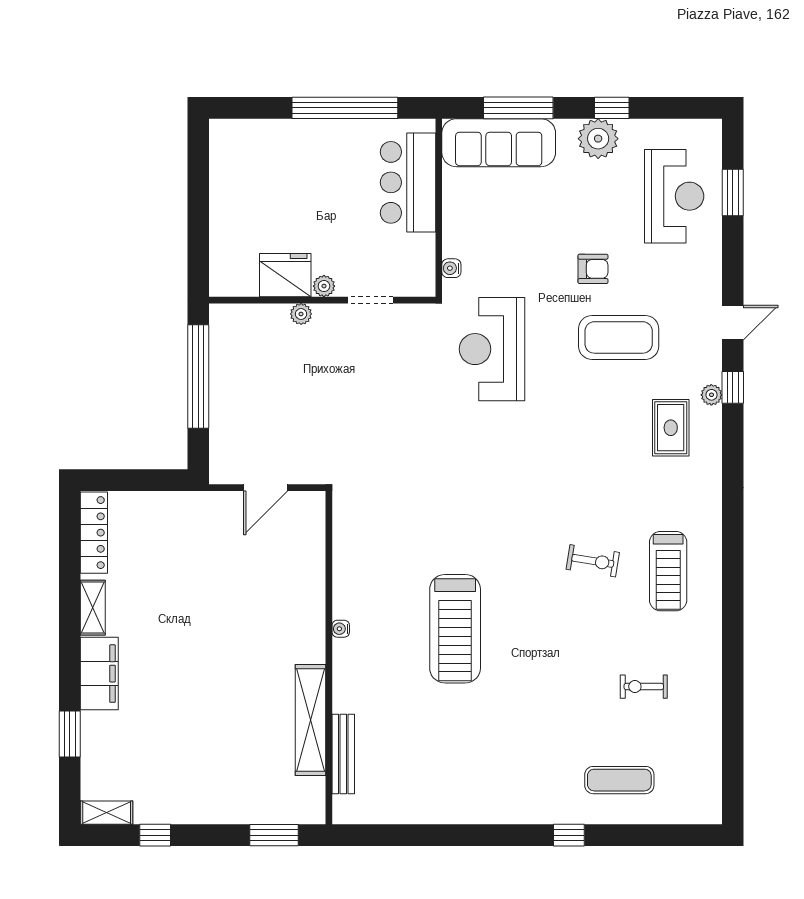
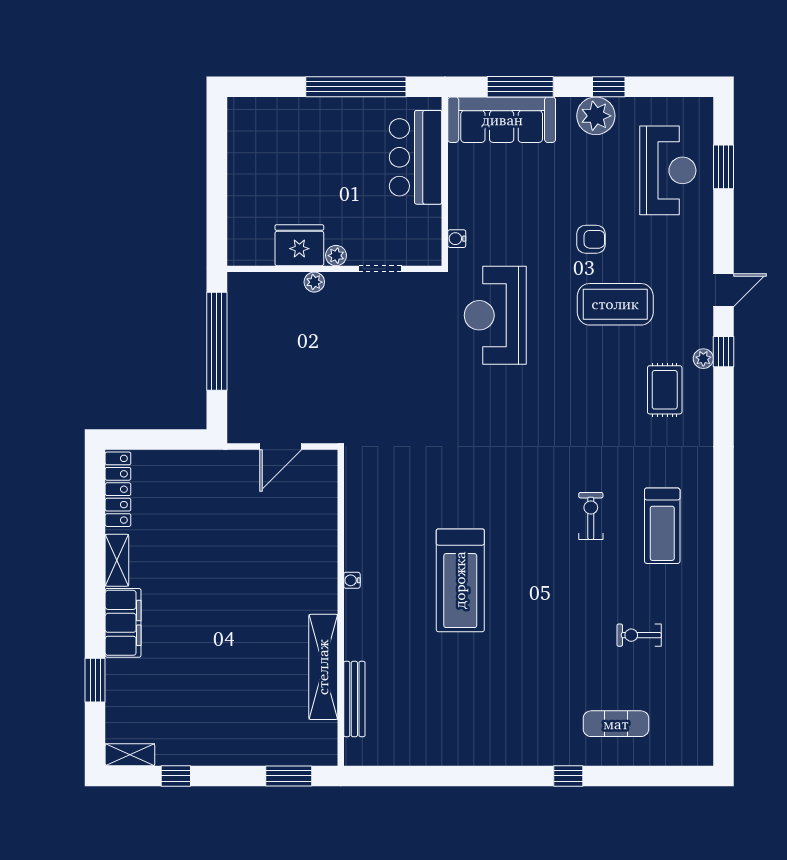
exercise bike: (593, 561) -> (591, 516), turned -99

